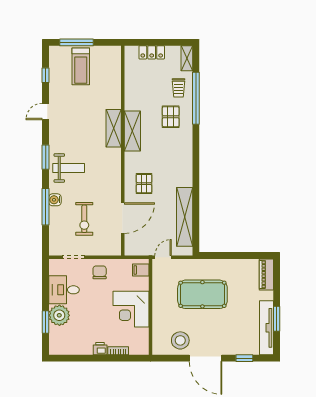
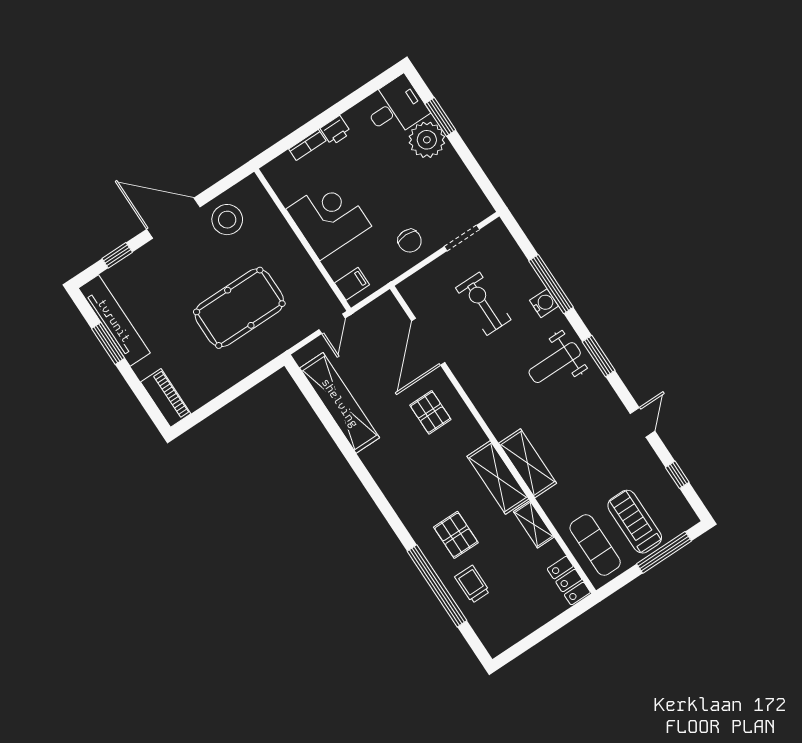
locker: (152, 52) -> (569, 581), moved, turned -90
shelving: (187, 58) -> (534, 524), moved
exercise mat: (107, 68) -> (595, 545), added
desk: (64, 290) -> (395, 107), moved

